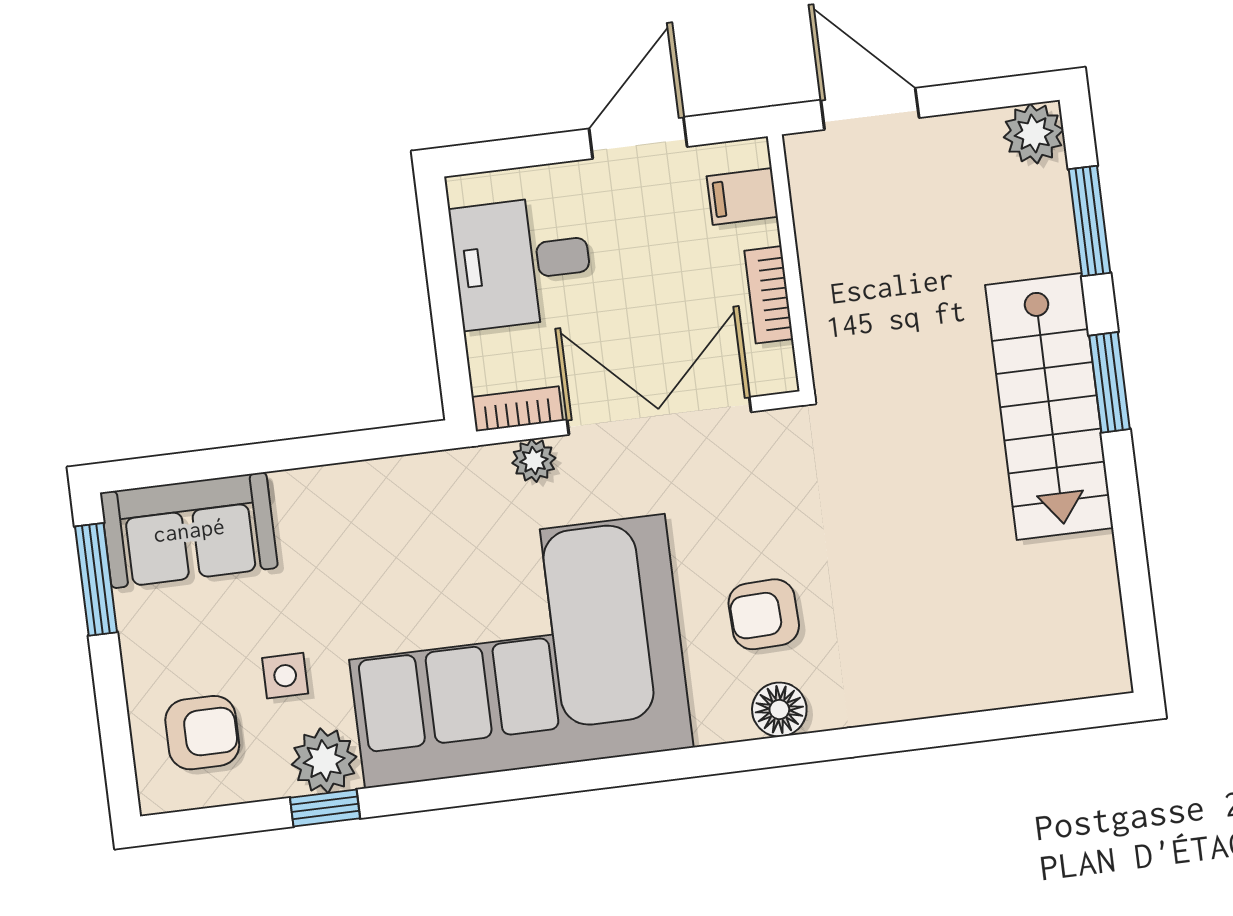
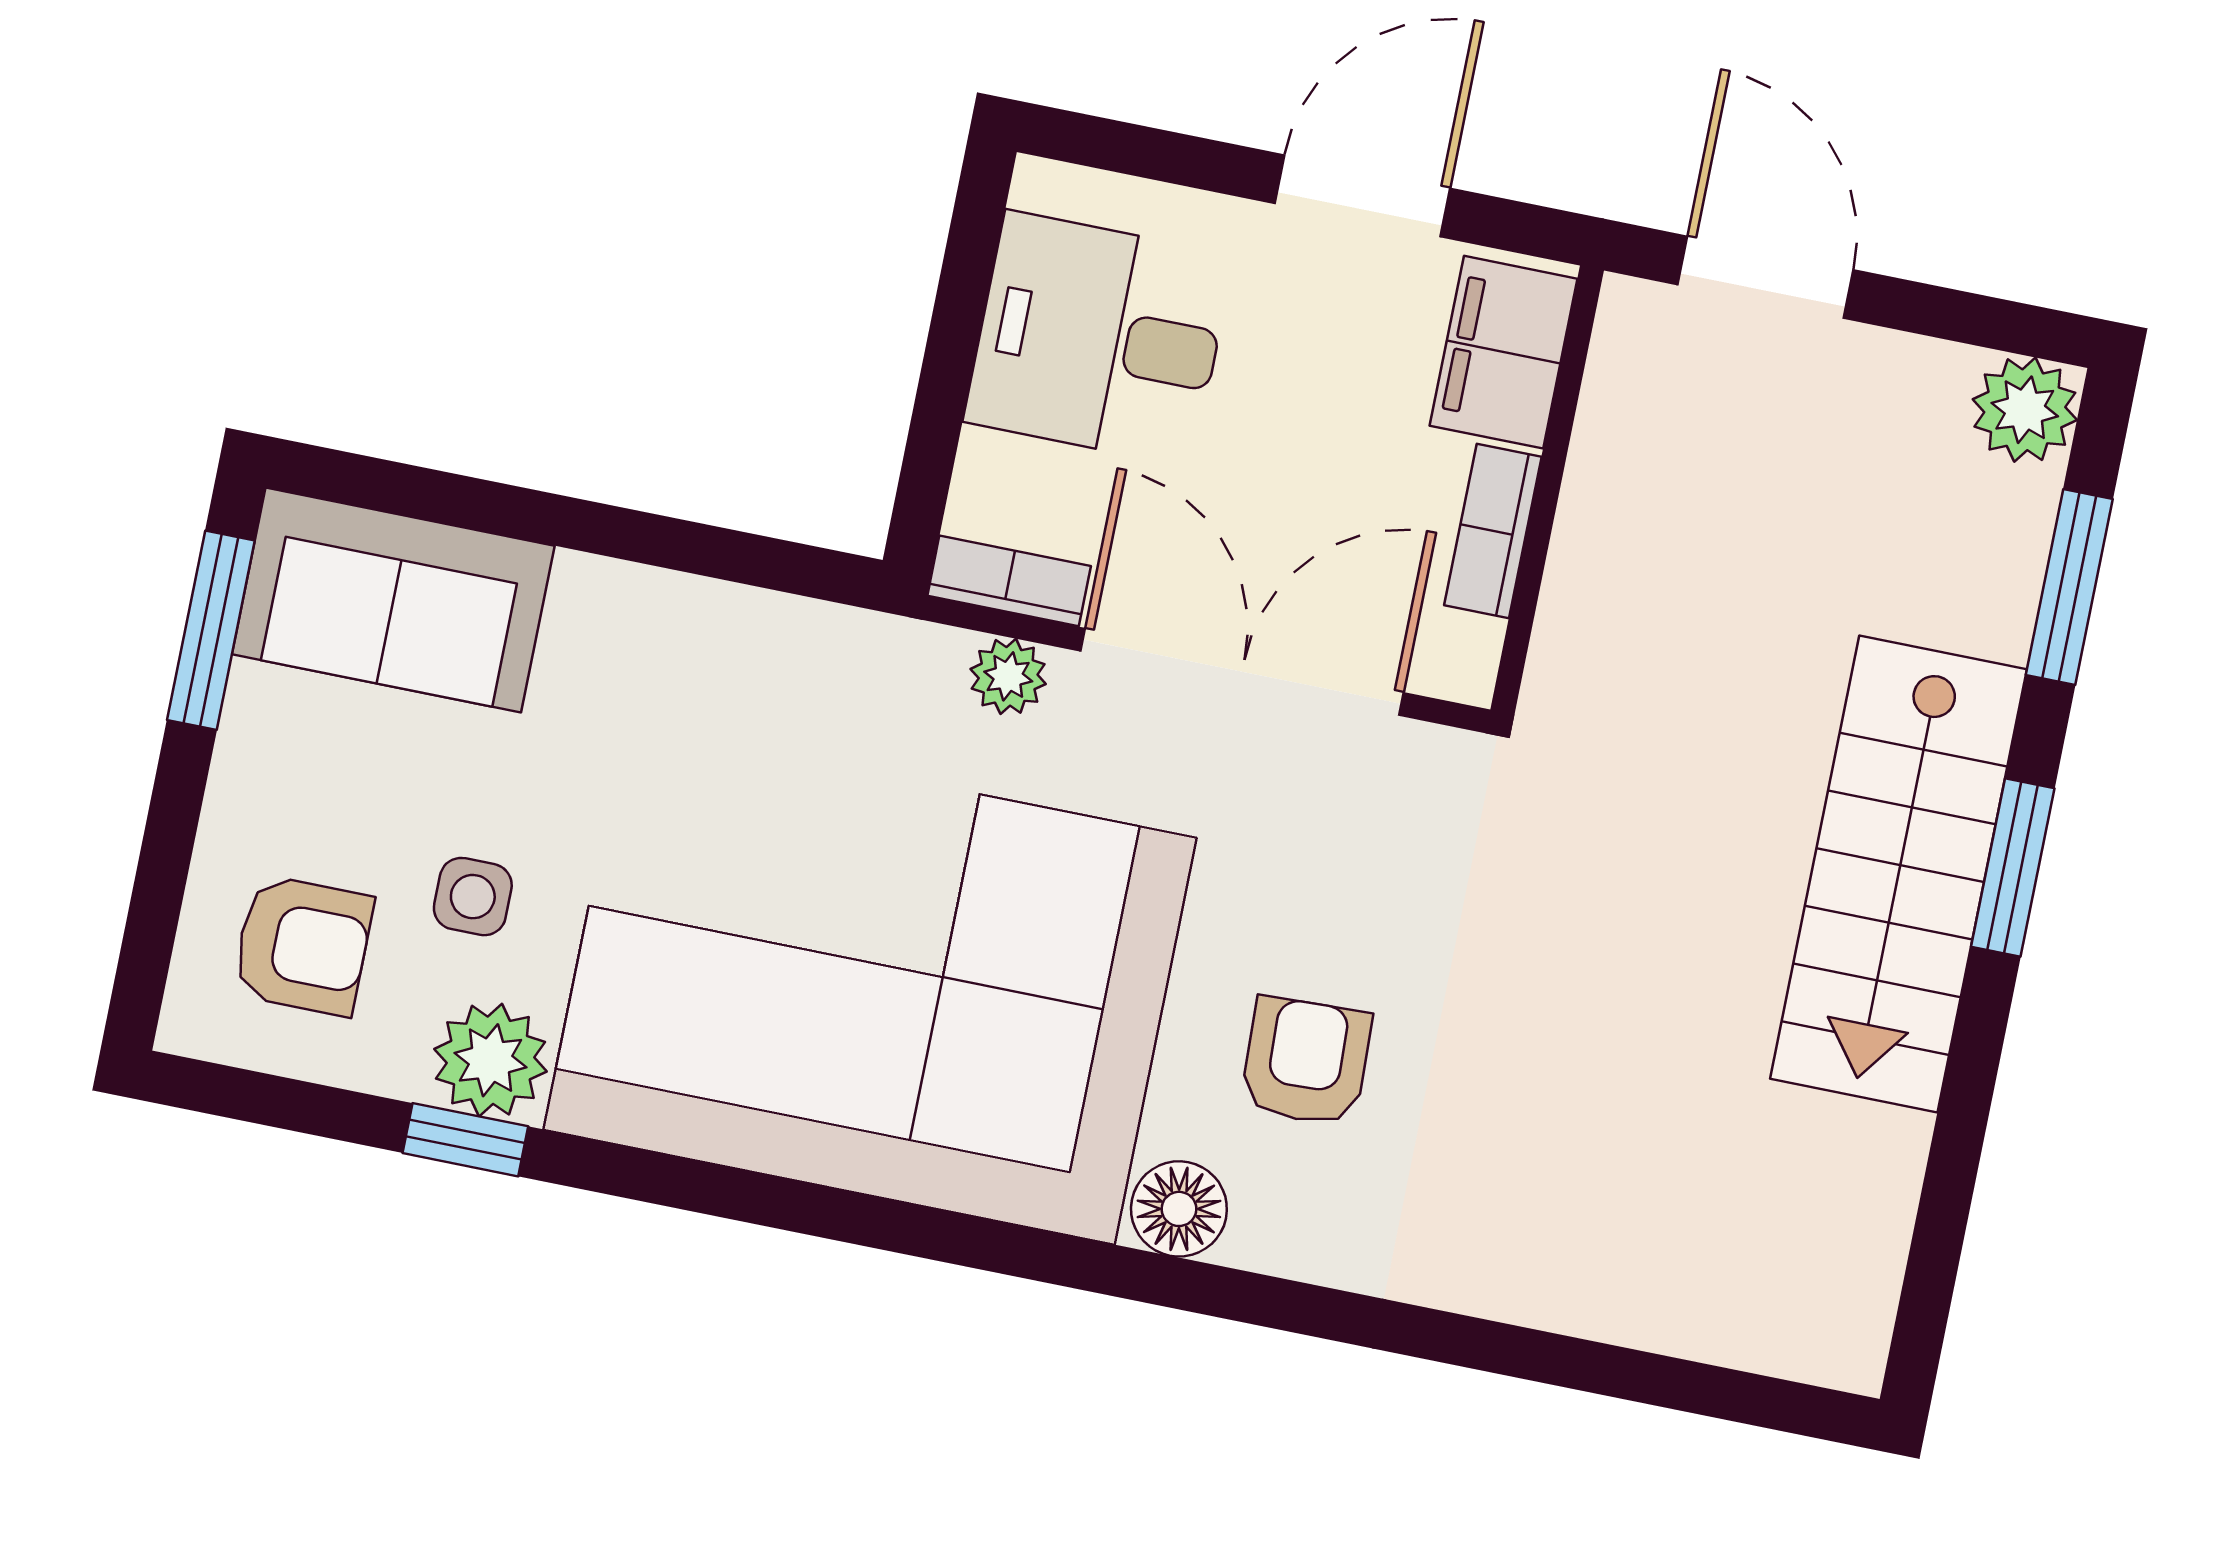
filing cabinet: (742, 197) -> (1504, 352), width x2.00
armchair: (764, 614) -> (1306, 1061), turned 90
floor lamp: (779, 709) -> (1179, 1209), moved

